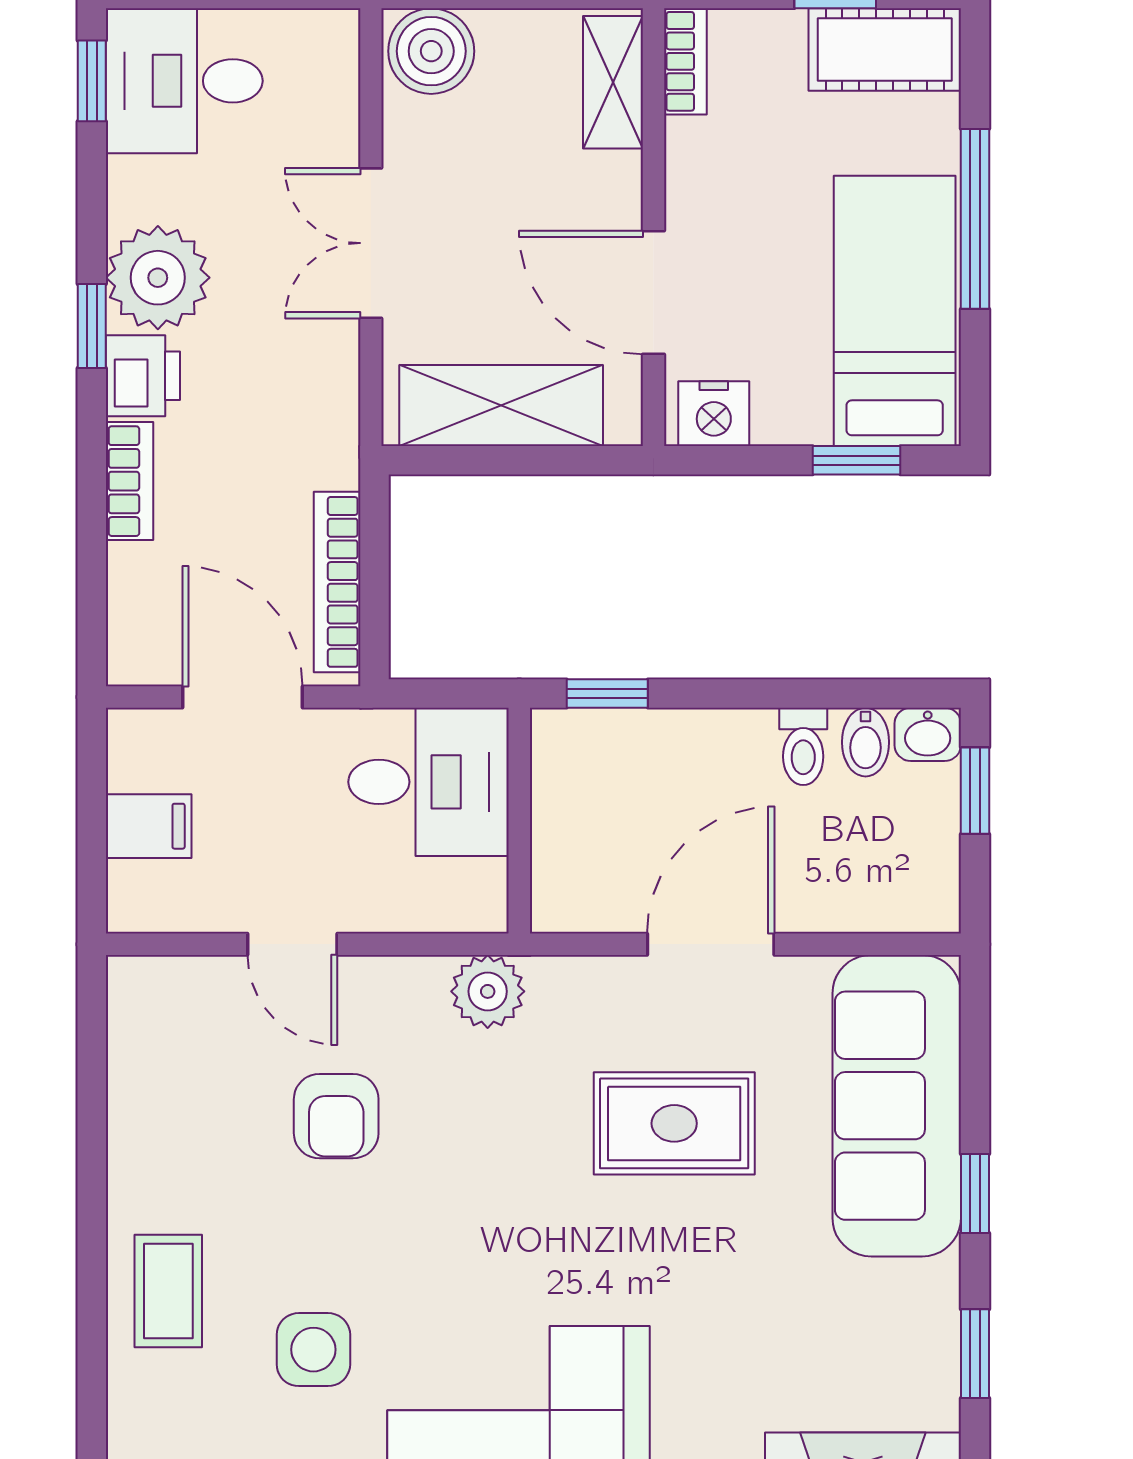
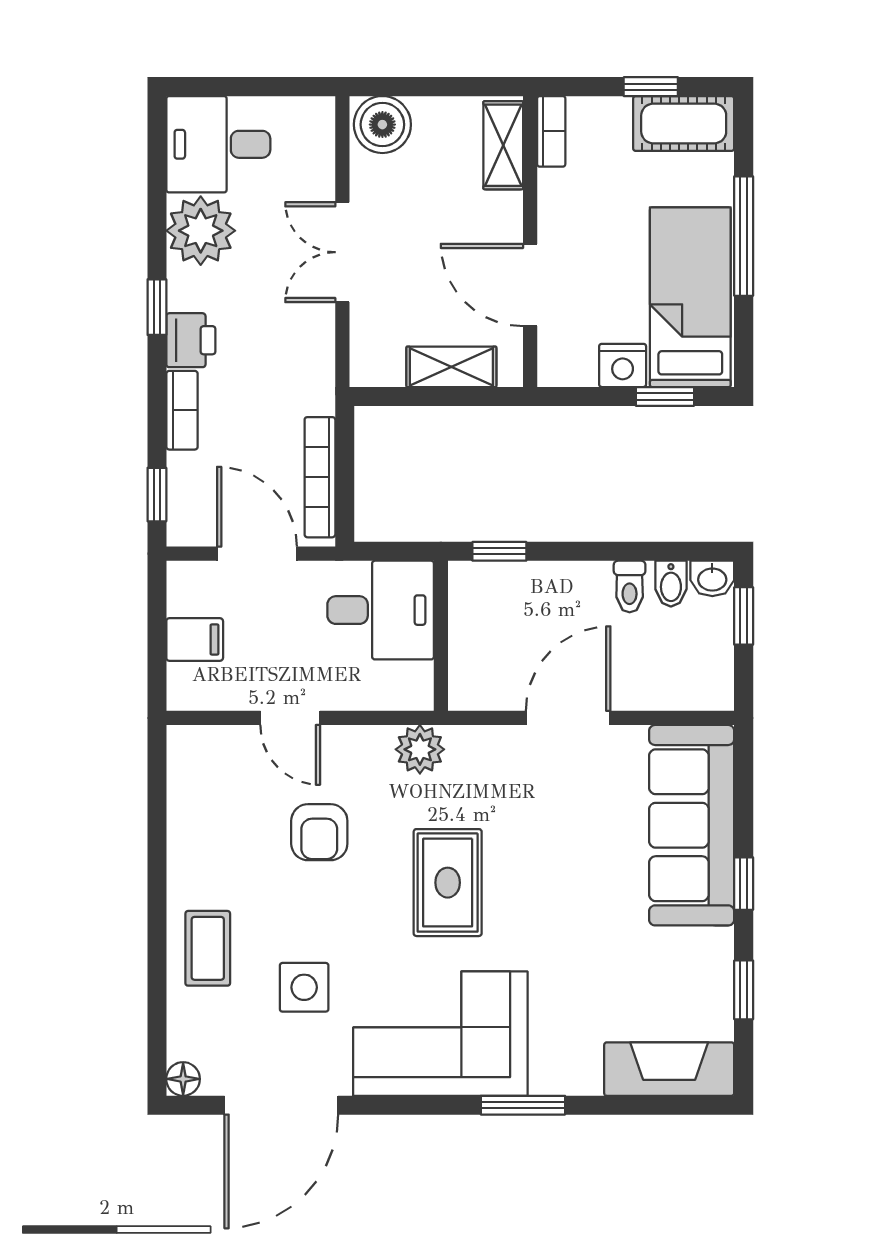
window: (92, 81) -> (157, 495), moved
plant: (158, 278) -> (201, 231), moved
shelving: (501, 406) -> (451, 367), width x0.67, depth x0.75
nightstand: (714, 414) -> (623, 365), moved
rug: (674, 1123) -> (448, 883), moved, turned 90

